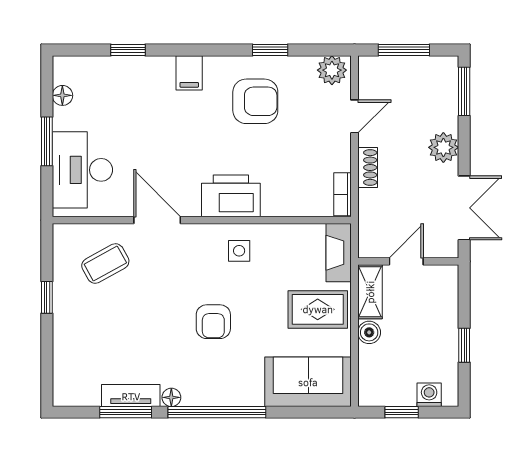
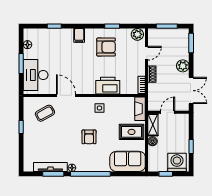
printer: (231, 196) -> (108, 86), moved
washing machine: (429, 395) -> (177, 162), width x1.89, depth x1.89
tv unit: (131, 396) -> (50, 167), width x1.41

